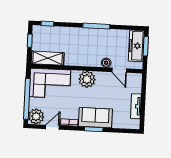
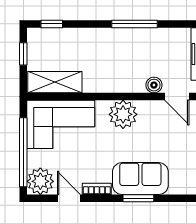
door: (52, 127) -> (69, 198), hinge flipped

